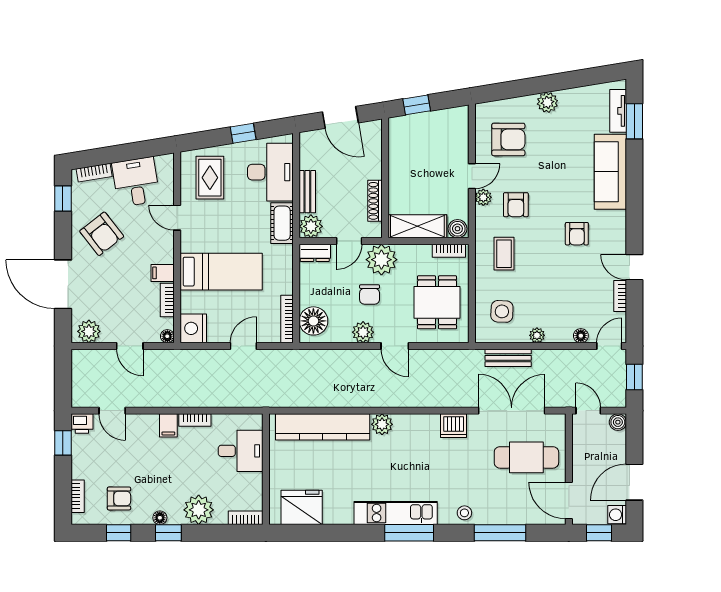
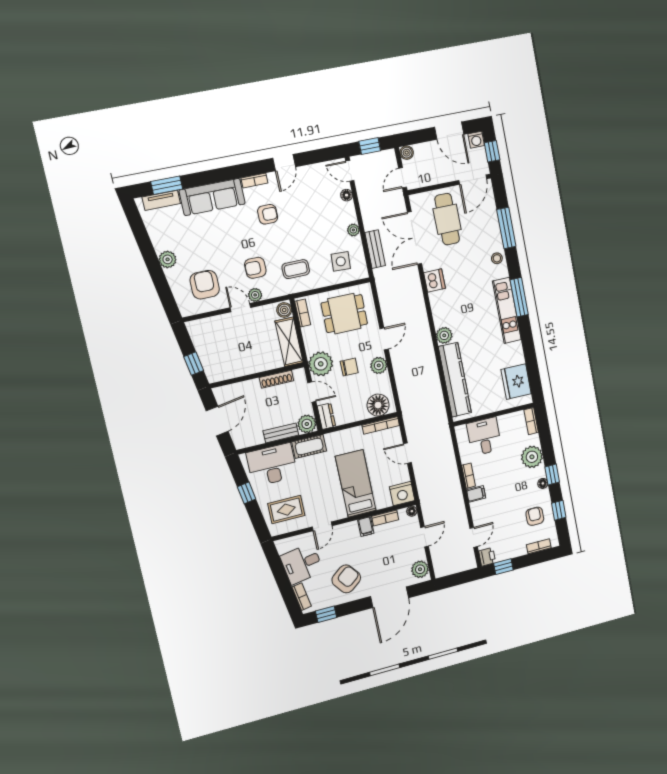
armchair: (516, 205) -> (255, 268), turned 180
bookcase: (620, 296) -> (254, 180), moved

